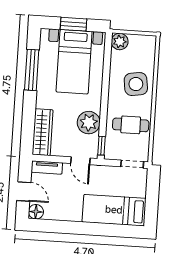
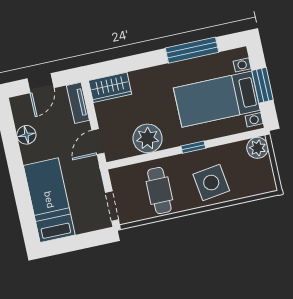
wardrobe: (43, 132) -> (110, 87), width x0.67
window: (102, 146) -> (193, 147), moved
floor lamp: (36, 212) -> (26, 135), moved

